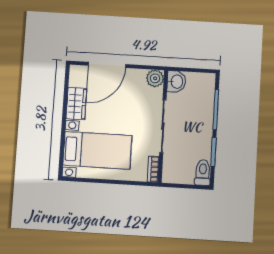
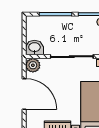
door: (107, 65) -> (24, 94), moved

